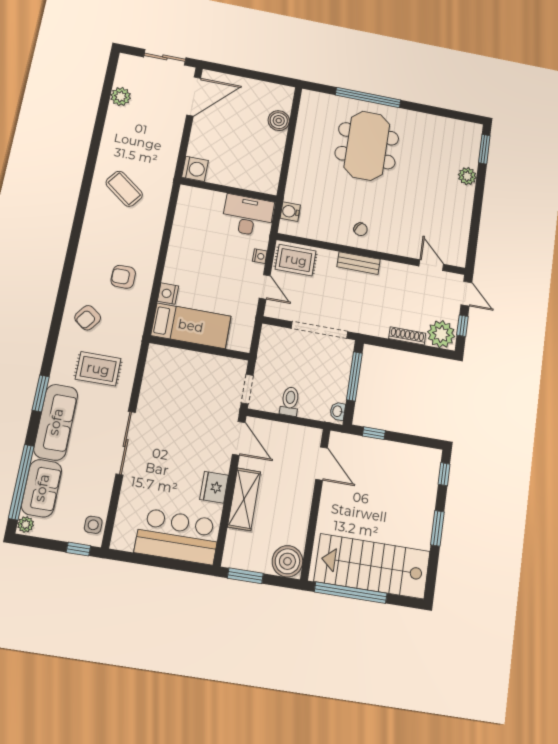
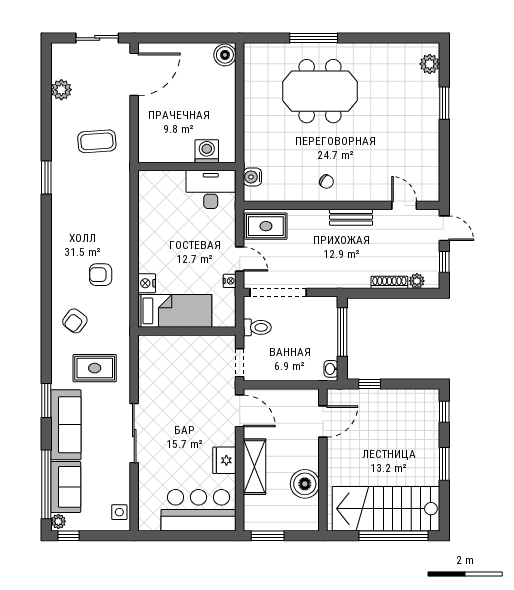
window: (368, 98) -> (314, 38), width x0.68
boiler: (279, 121) -> (225, 55), moved
meeting table: (367, 146) -> (320, 91), turned 90
window: (484, 149) -> (444, 103), moved
washing machine: (195, 169) -> (207, 151), moved, turned -90
window: (89, 174) -> (46, 177), added
plant: (467, 176) -> (430, 64), moved
coffee table: (124, 189) -> (97, 141), moved, turned -41
nightstand: (260, 256) -> (230, 281), moved
bench: (359, 263) -> (351, 217), moved
doorway: (319, 330) -> (278, 292), moved
plant: (441, 334) -> (417, 281), width x0.53, depth x0.53
toilet: (290, 401) -> (257, 327), moved, turned 90
door: (322, 464) -> (323, 421), hinge flipped
window: (78, 549) -> (69, 536), moved
boiler: (287, 561) -> (305, 484), moved
window: (351, 593) -> (394, 536), moved

